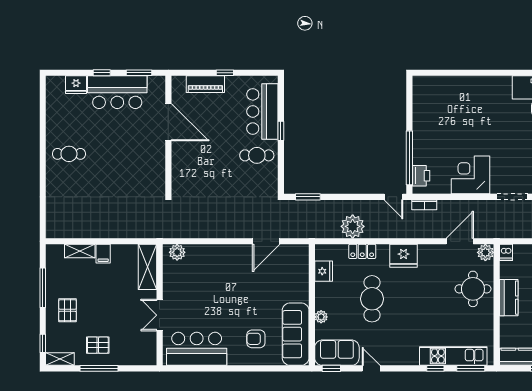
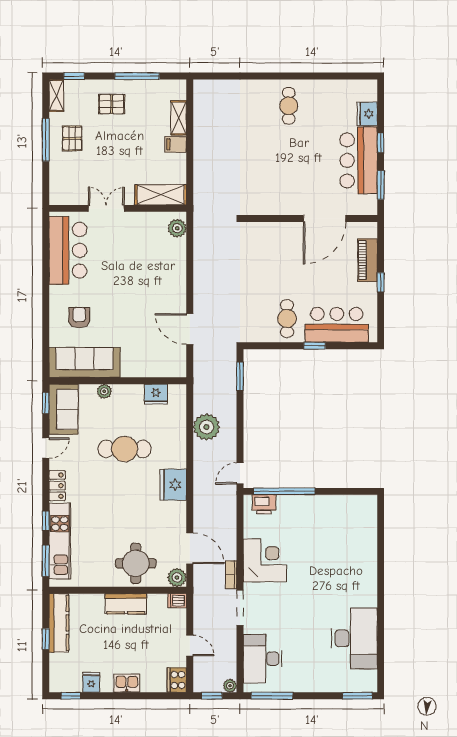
bookcase: (424, 205) -> (231, 575), moved
locker: (362, 251) -> (57, 486), moved, turned 180

